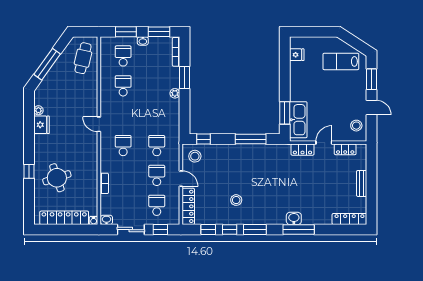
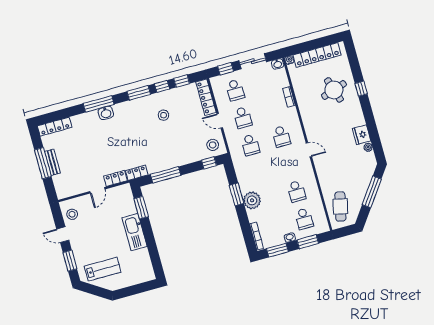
fridge: (297, 55) -> (145, 264), removed
window: (185, 78) -> (237, 194), moved
plant: (175, 93) -> (252, 200), width x1.88, depth x1.88
kitchen sink: (298, 120) -> (135, 232), moved
locker: (345, 149) -> (137, 173), moved
window: (372, 185) -> (43, 163), added

